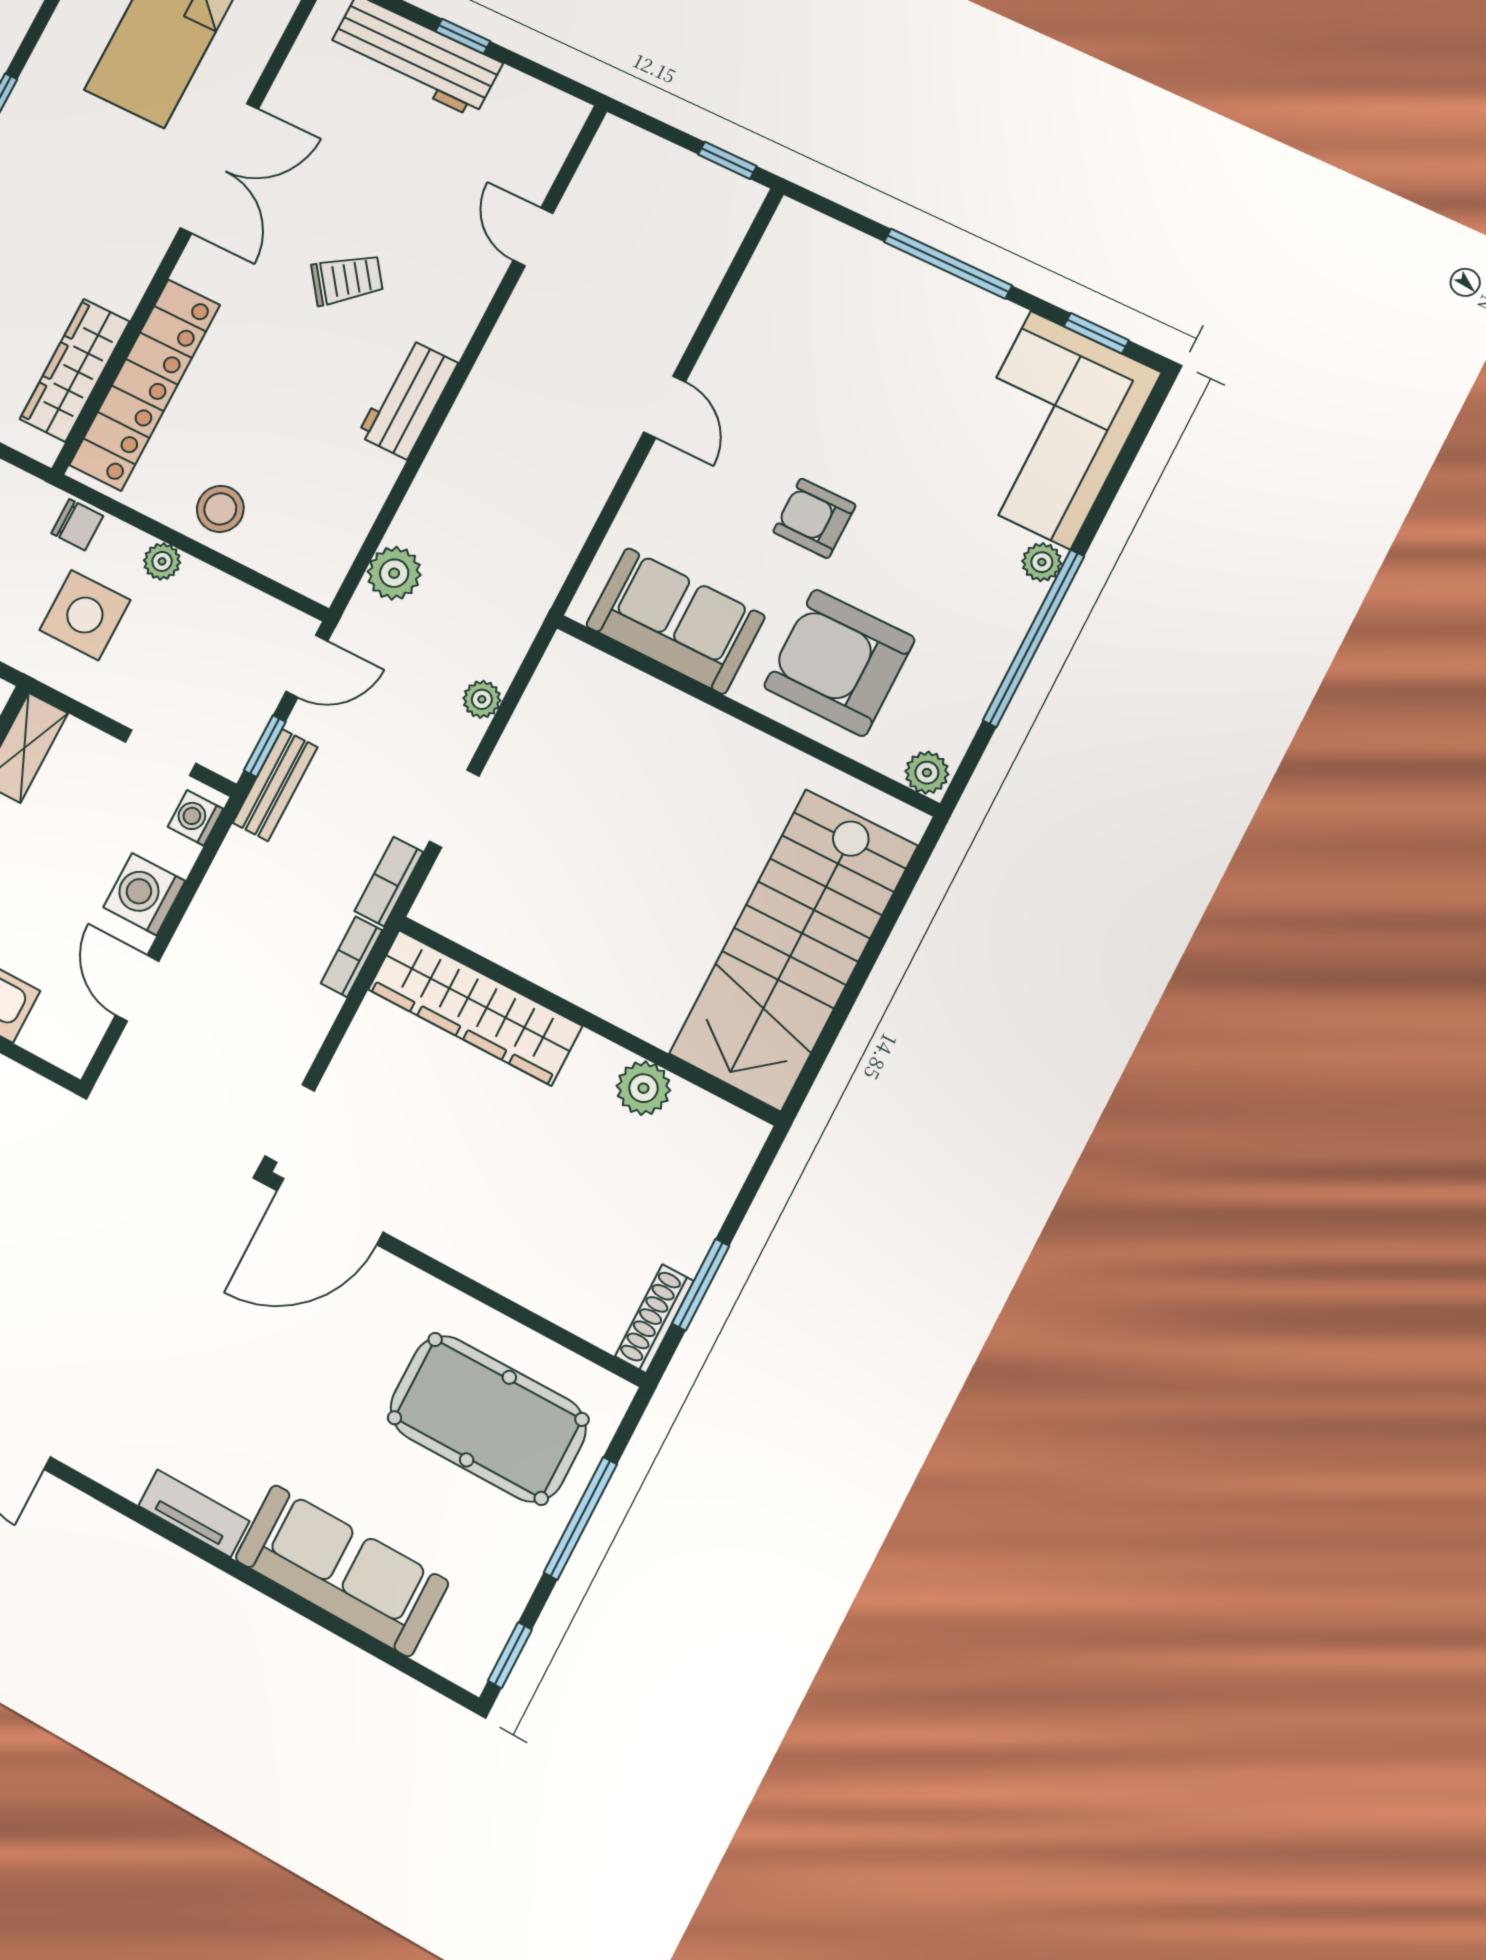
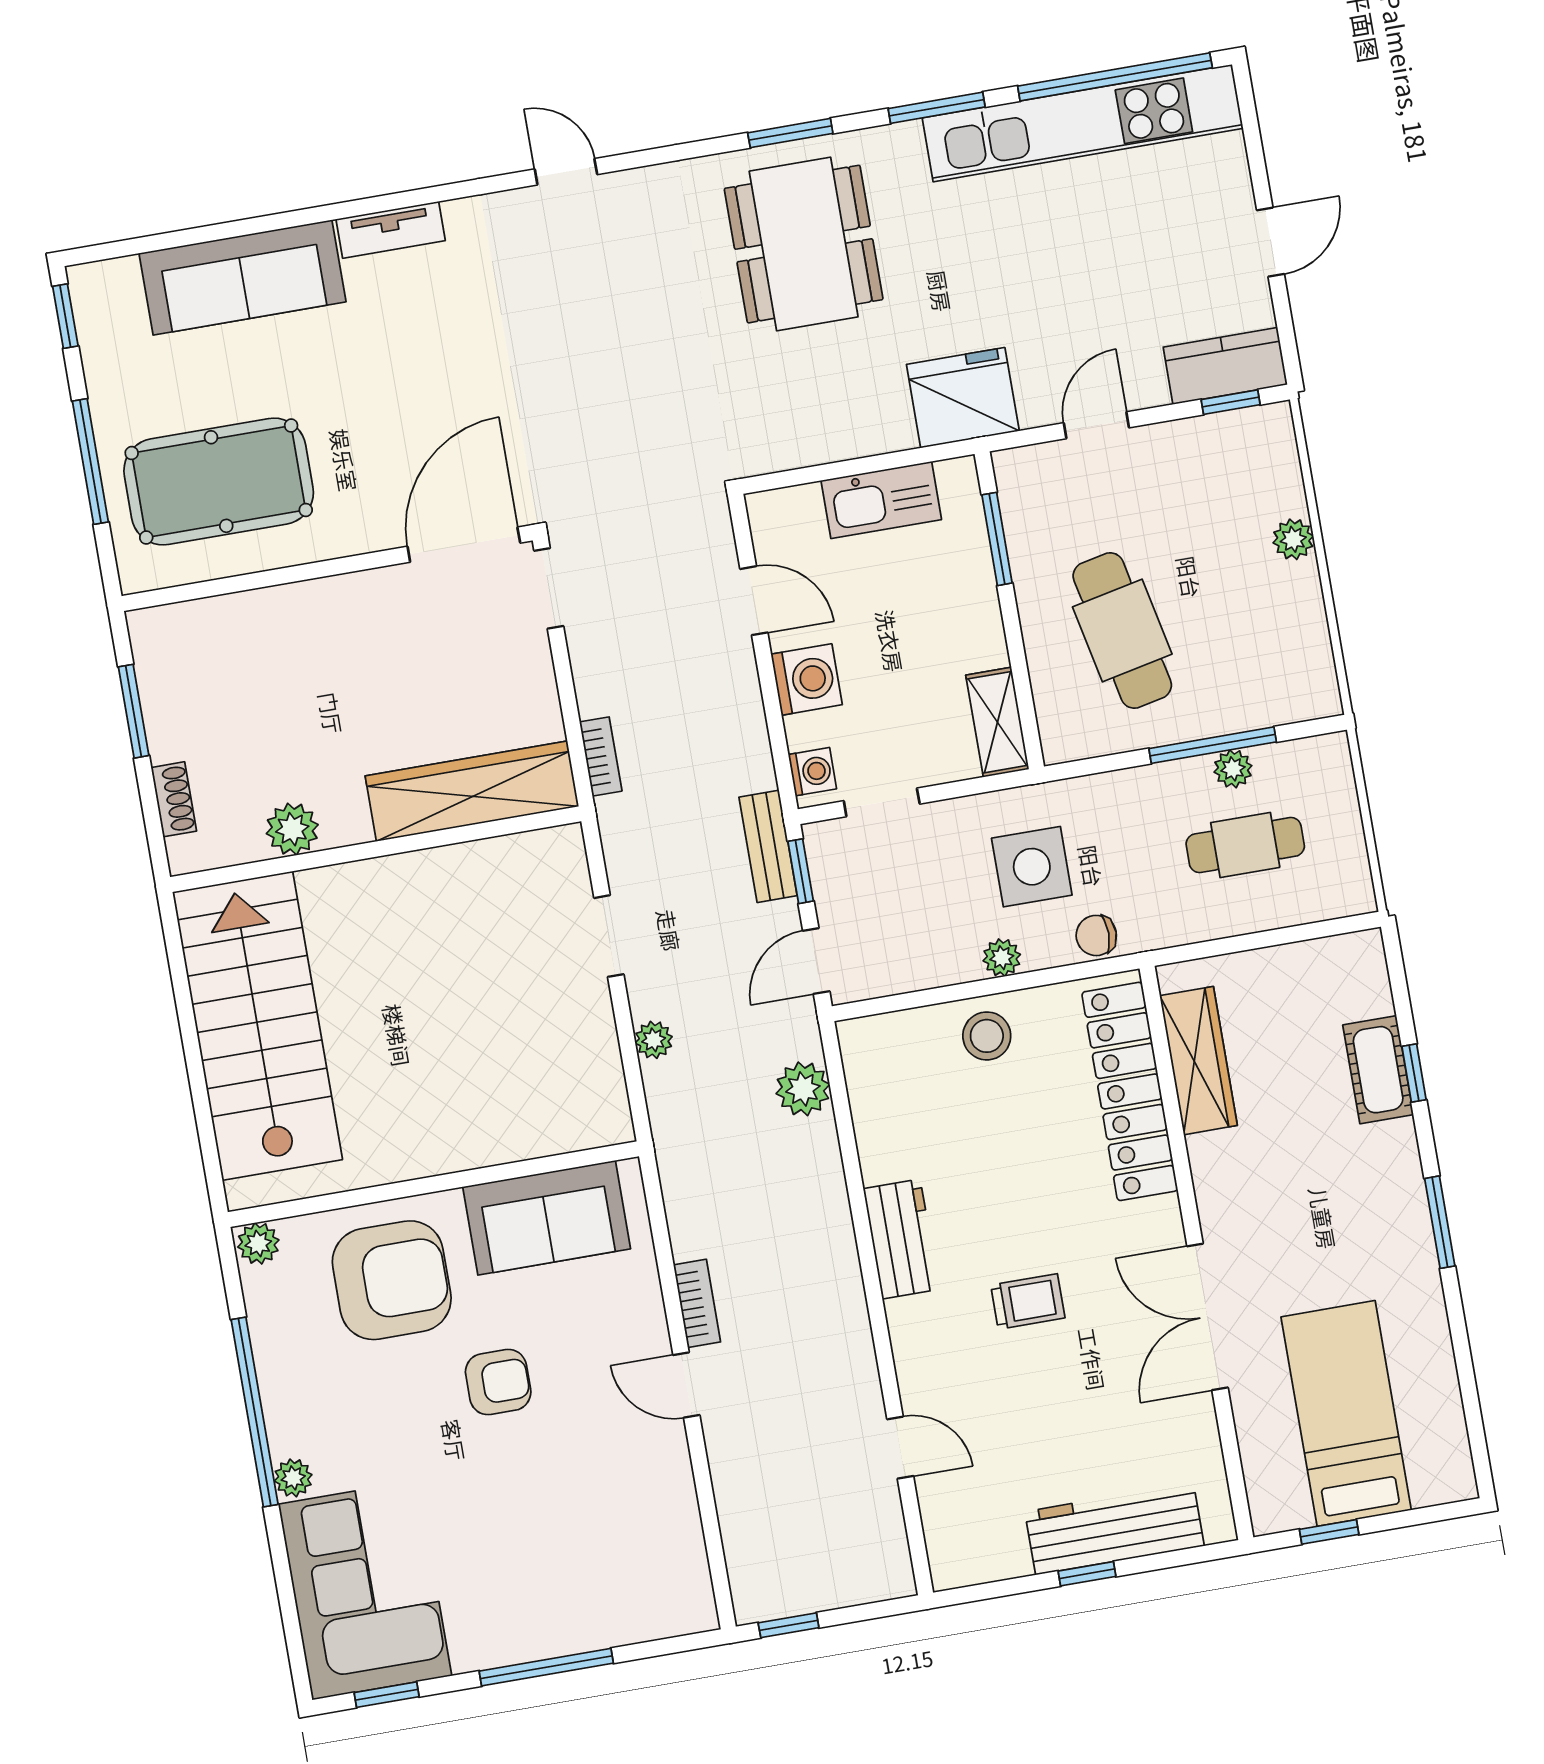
trolley: (347, 279) -> (1028, 1301), turned -143
bookcase: (389, 882) -> (697, 1303), moved
shoe rack: (654, 1319) -> (174, 799), moved, width x0.70

